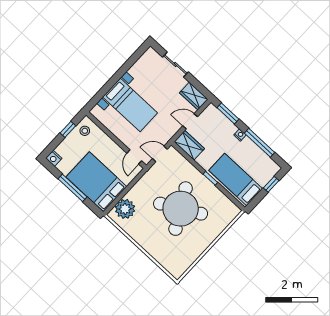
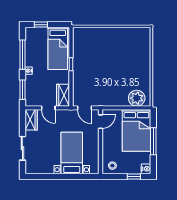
window: (68, 129) -> (134, 176), moved
round table: (181, 209) -> (106, 65), removed

